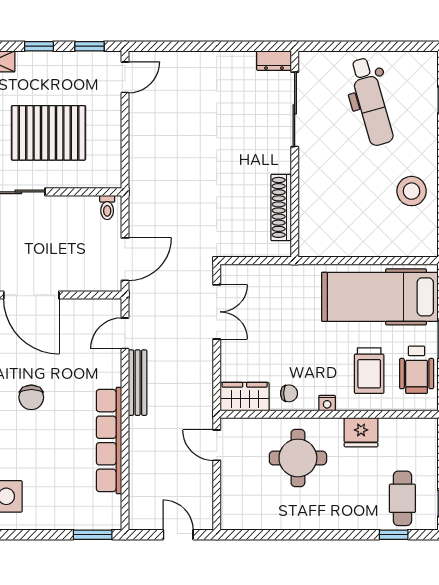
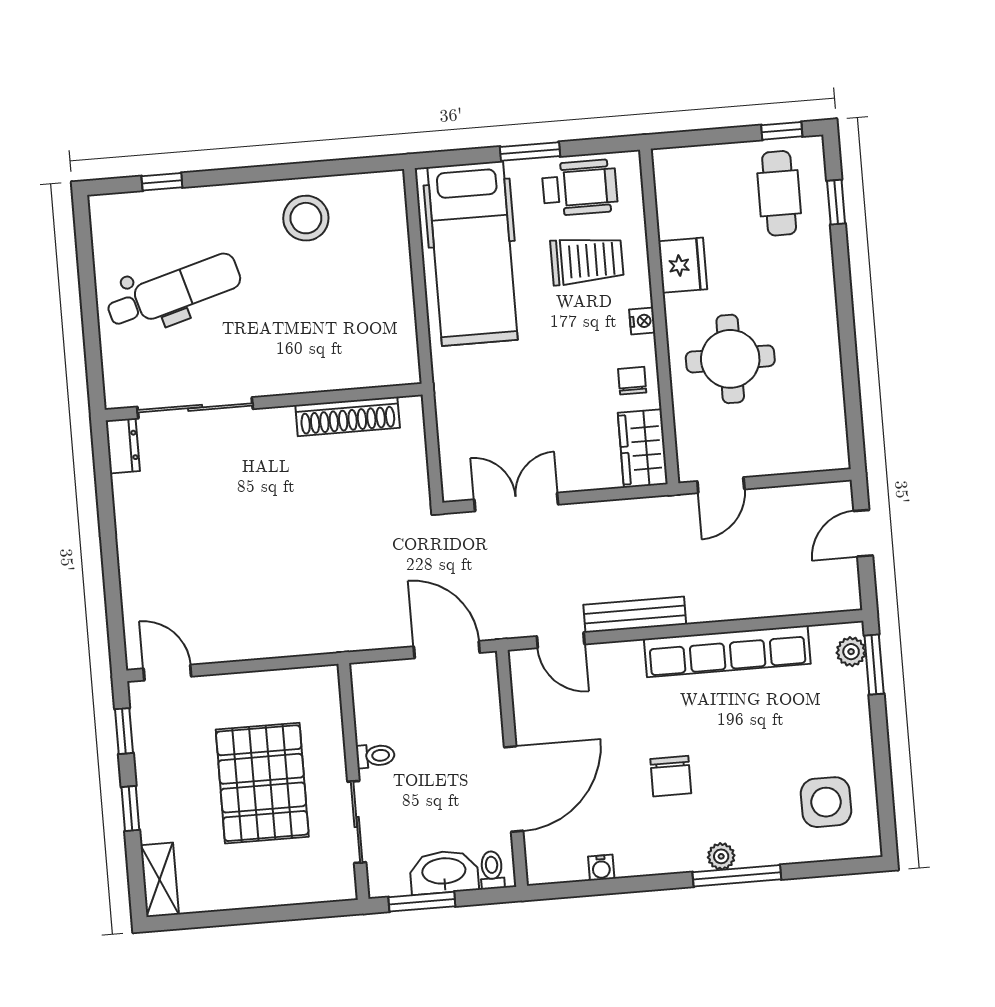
toilet: (107, 207) -> (375, 756), moved
chair: (31, 397) -> (671, 776), turned 90
cafe table: (402, 498) -> (779, 193), turned 90
plant: (102, 521) -> (851, 652), added

